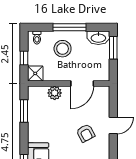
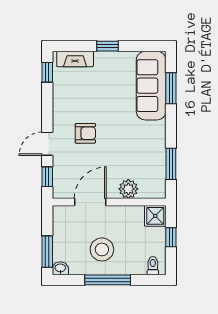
washbasin: (98, 38) -> (60, 268), width x0.52, depth x0.69
stool: (63, 49) -> (102, 249), moved
window: (113, 102) -> (47, 177), added
armchair: (86, 133) -> (85, 133), turned 118

